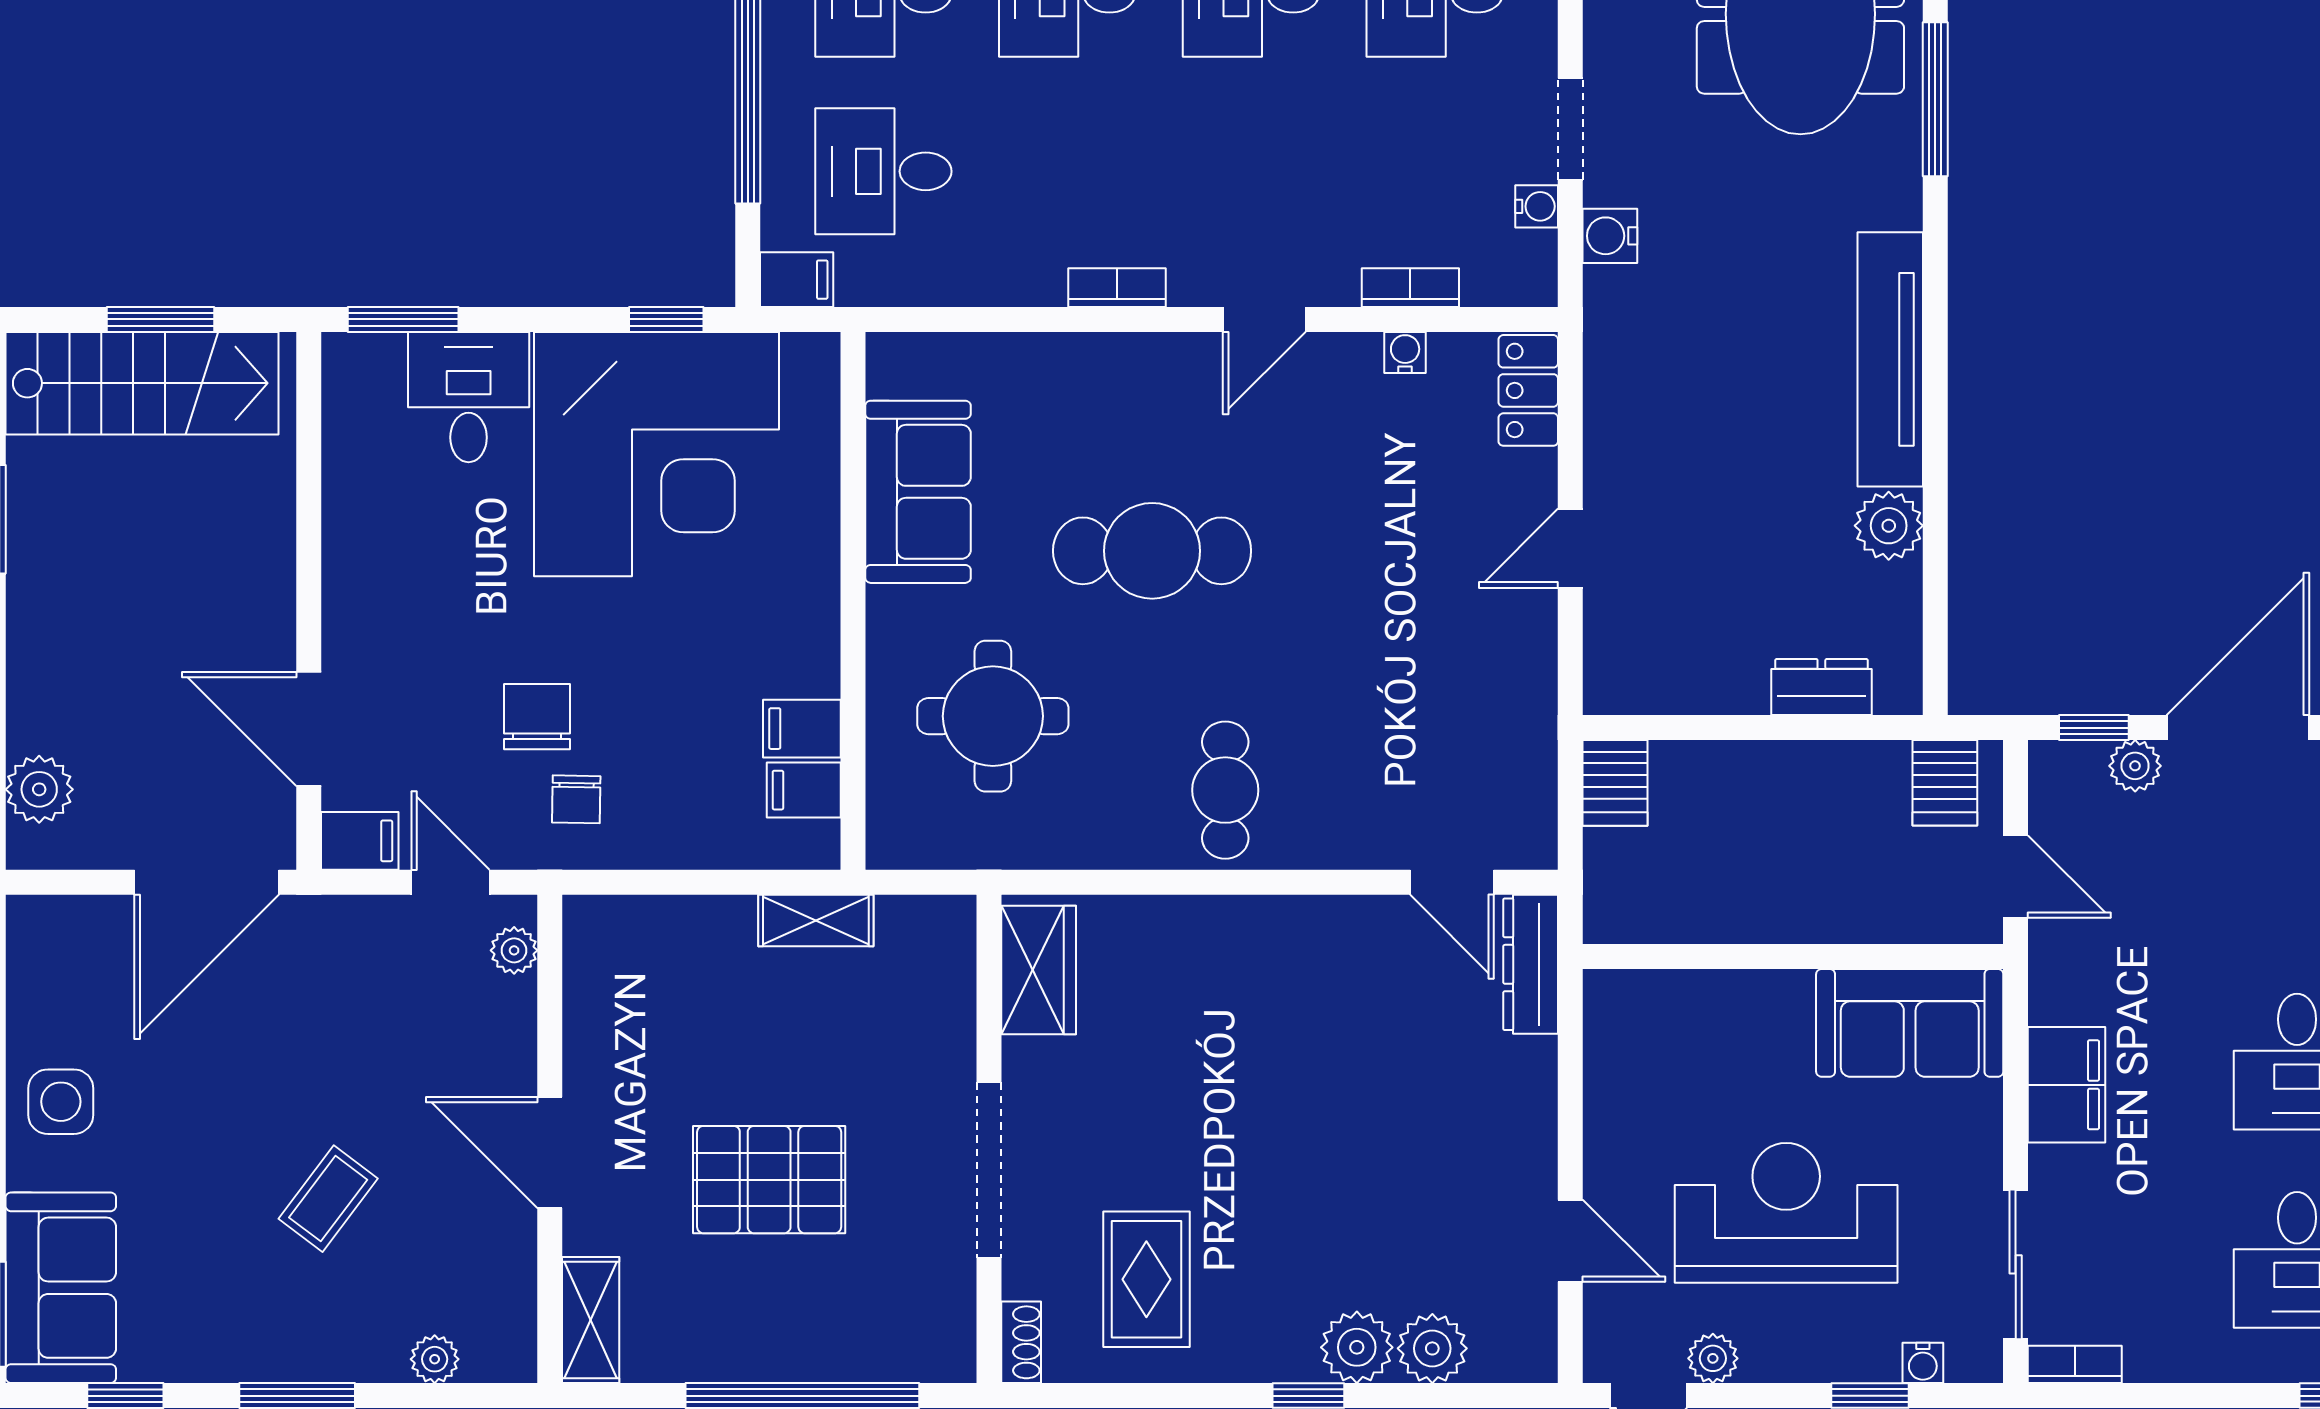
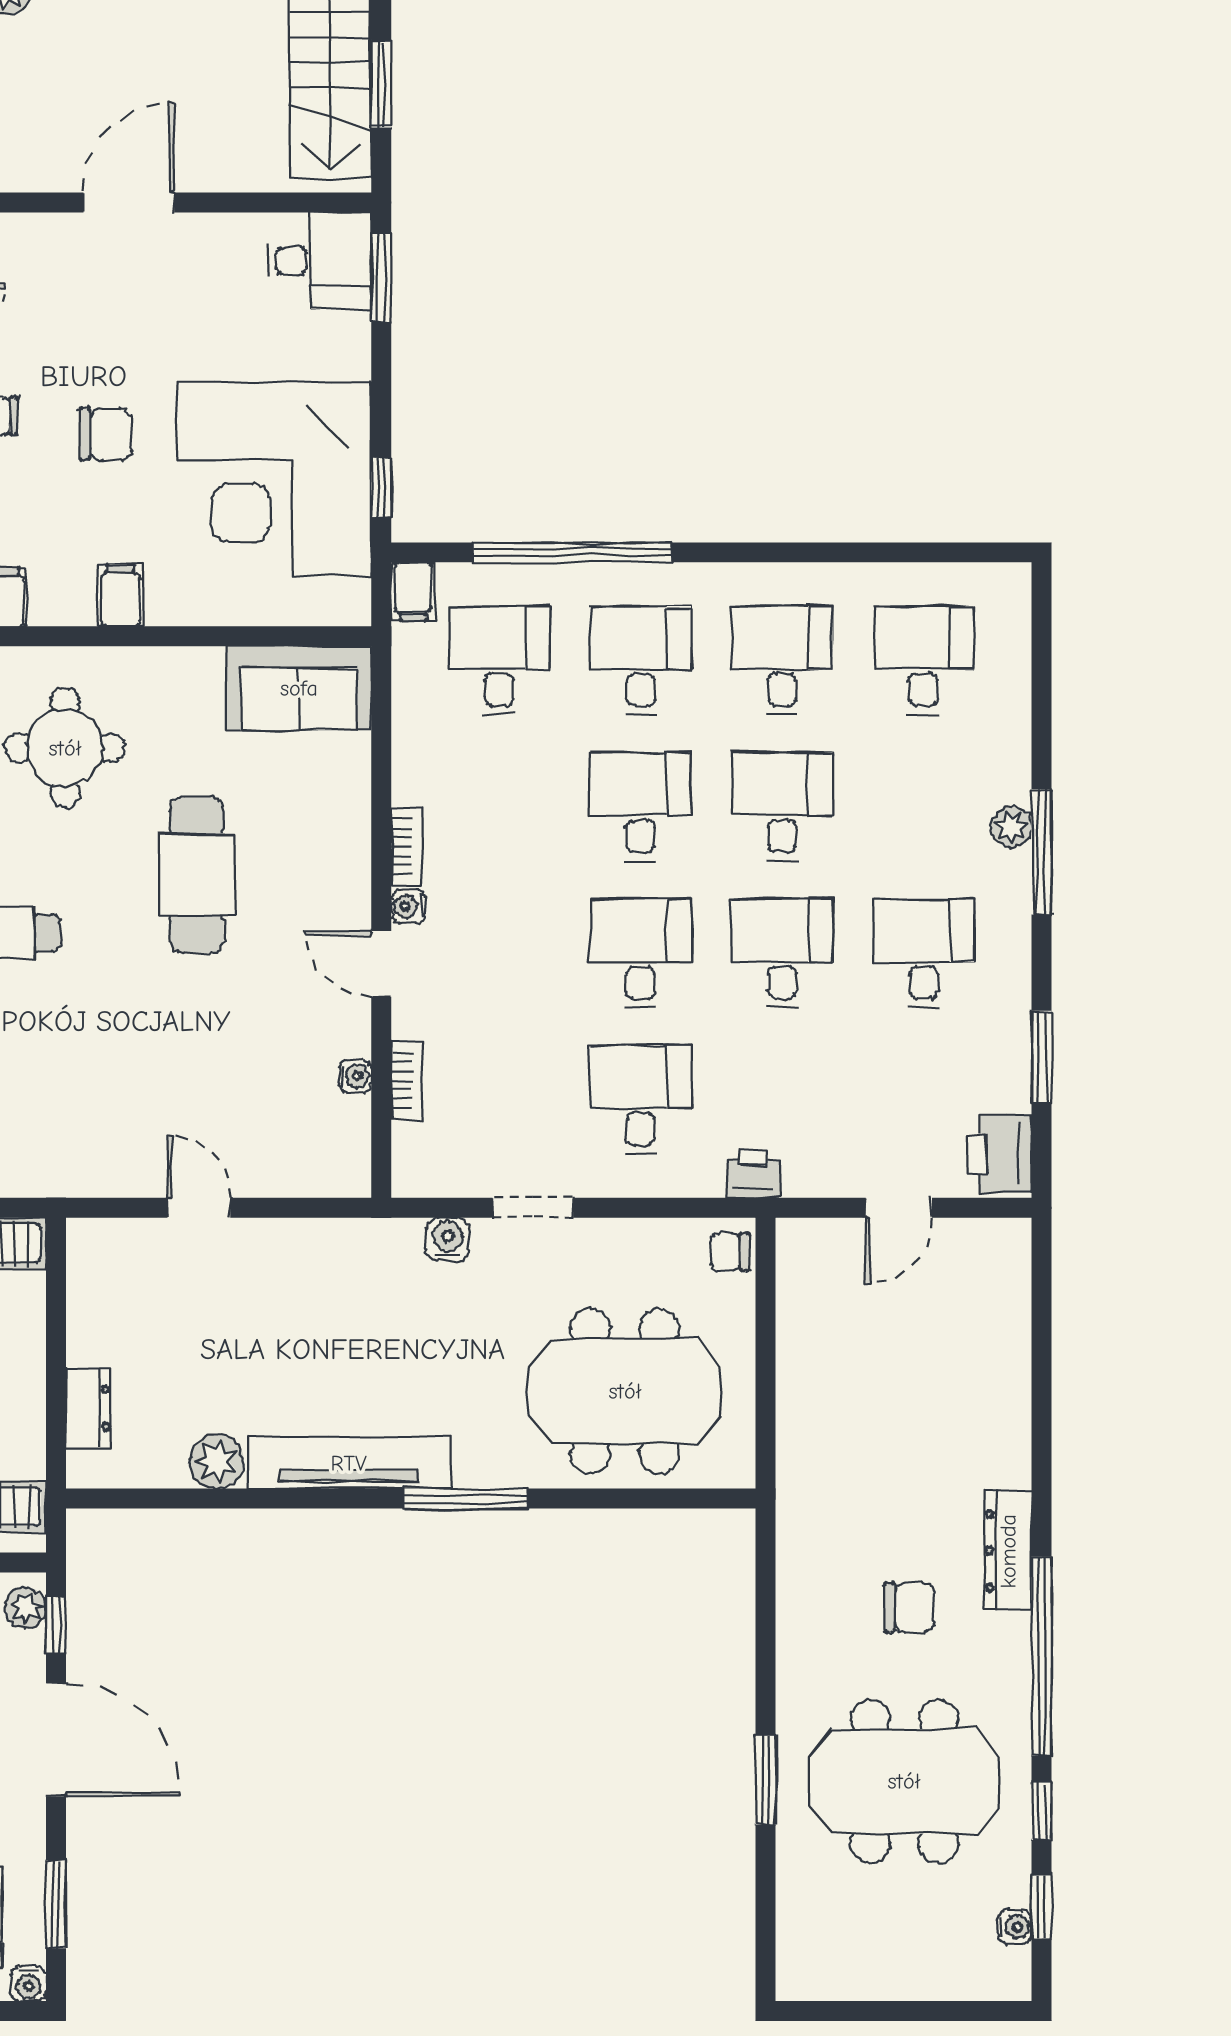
window: (1935, 99) -> (465, 1499), moved
water cooler: (1537, 206) -> (408, 906), moved, turned 90
locker: (1528, 390) -> (325, 1174), removed
desk: (469, 397) -> (319, 261), moved
sofa: (918, 492) -> (299, 688), moved
chair: (537, 717) -> (106, 434), moved
door: (309, 729) -> (129, 202), moved
filing cabinet: (802, 729) -> (120, 595), moved
plant: (2135, 766) -> (25, 1608), moved

